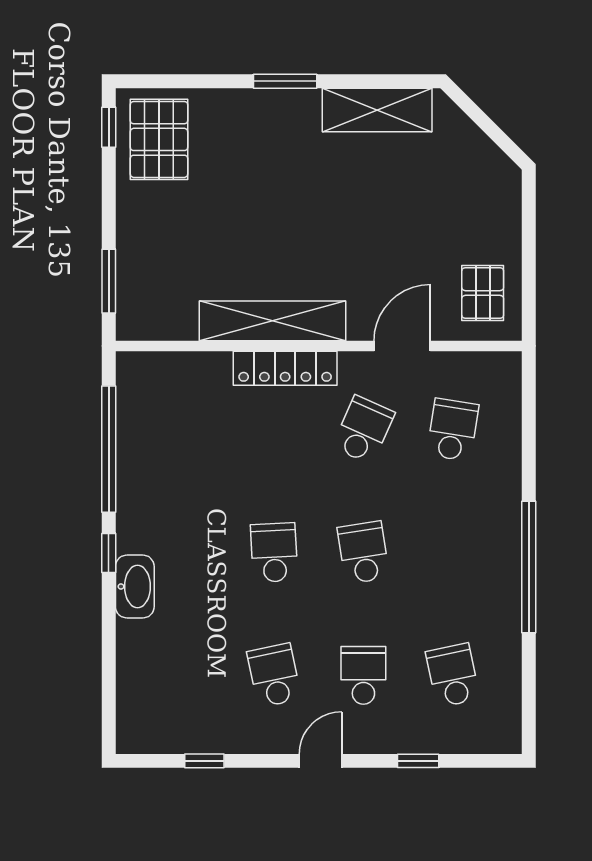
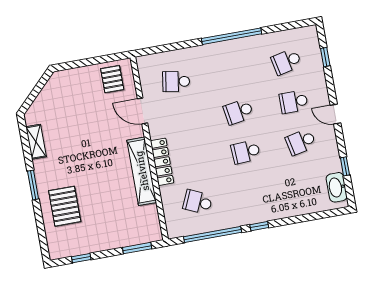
shelving: (377, 110) -> (36, 142), width x0.67, depth x0.75
window: (109, 127) -> (81, 258), moved
pallet: (159, 139) -> (65, 206), moved, turned 90
pallet: (483, 293) -> (112, 79), turned 90
school desk: (363, 430) -> (198, 202), moved
washbasin: (135, 587) -> (337, 187), moved, turned -90
window: (418, 761) -> (325, 57), moved

